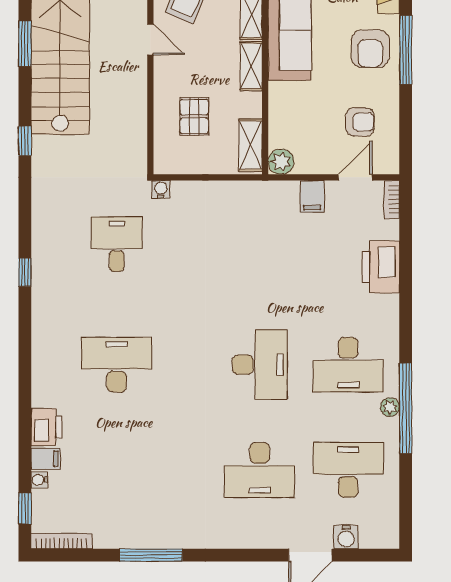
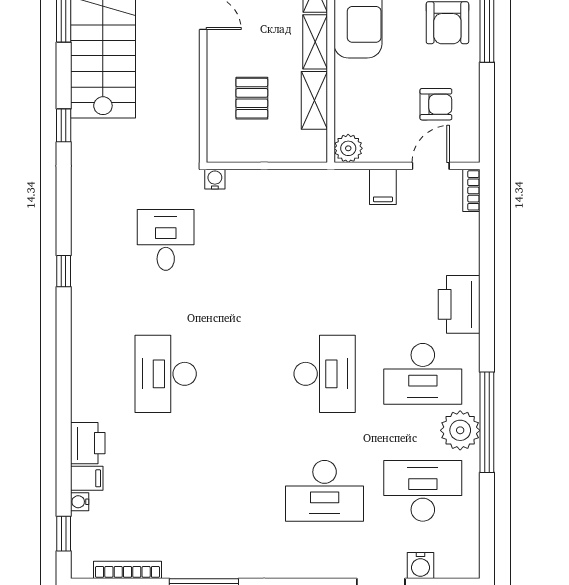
shelving: (250, 145) -> (314, 100), moved
printer: (381, 267) -> (459, 304), moved
desk: (117, 365) -> (166, 374), turned -90
plant: (390, 407) -> (460, 430), width x1.87, depth x1.87
bookcase: (62, 541) -> (127, 570), moved

